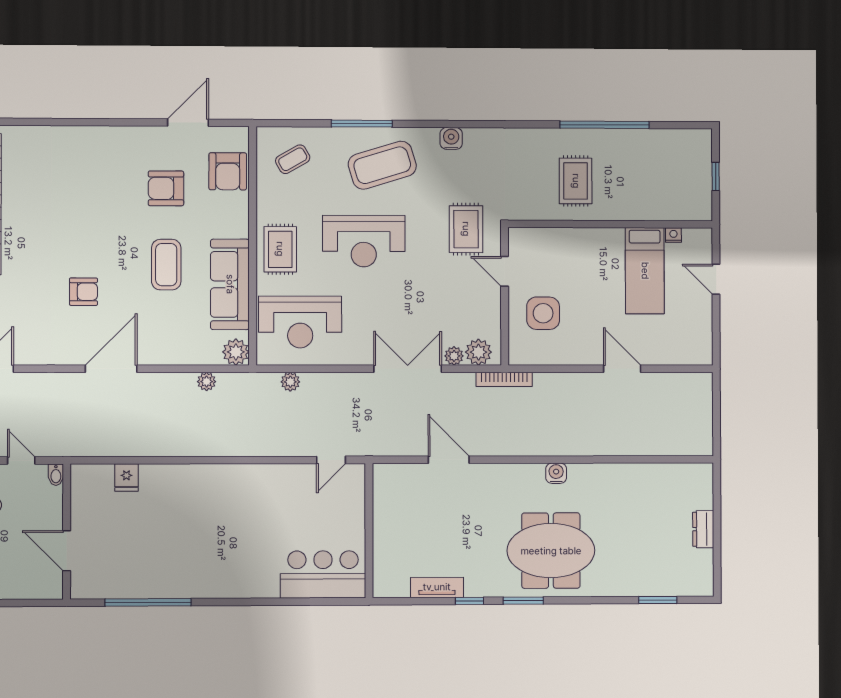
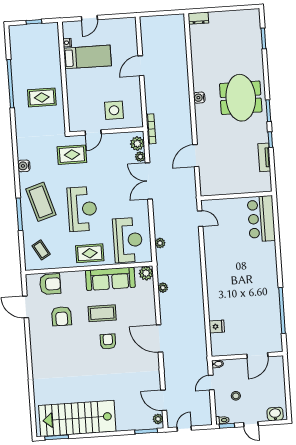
armchair: (83, 292) -> (108, 342), moved
dresser: (703, 529) -> (198, 18), moved

